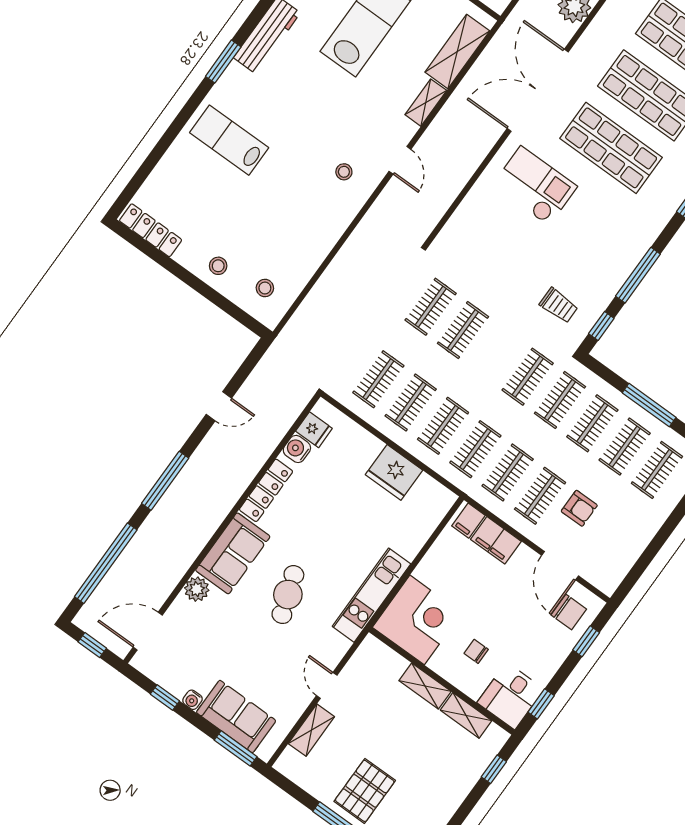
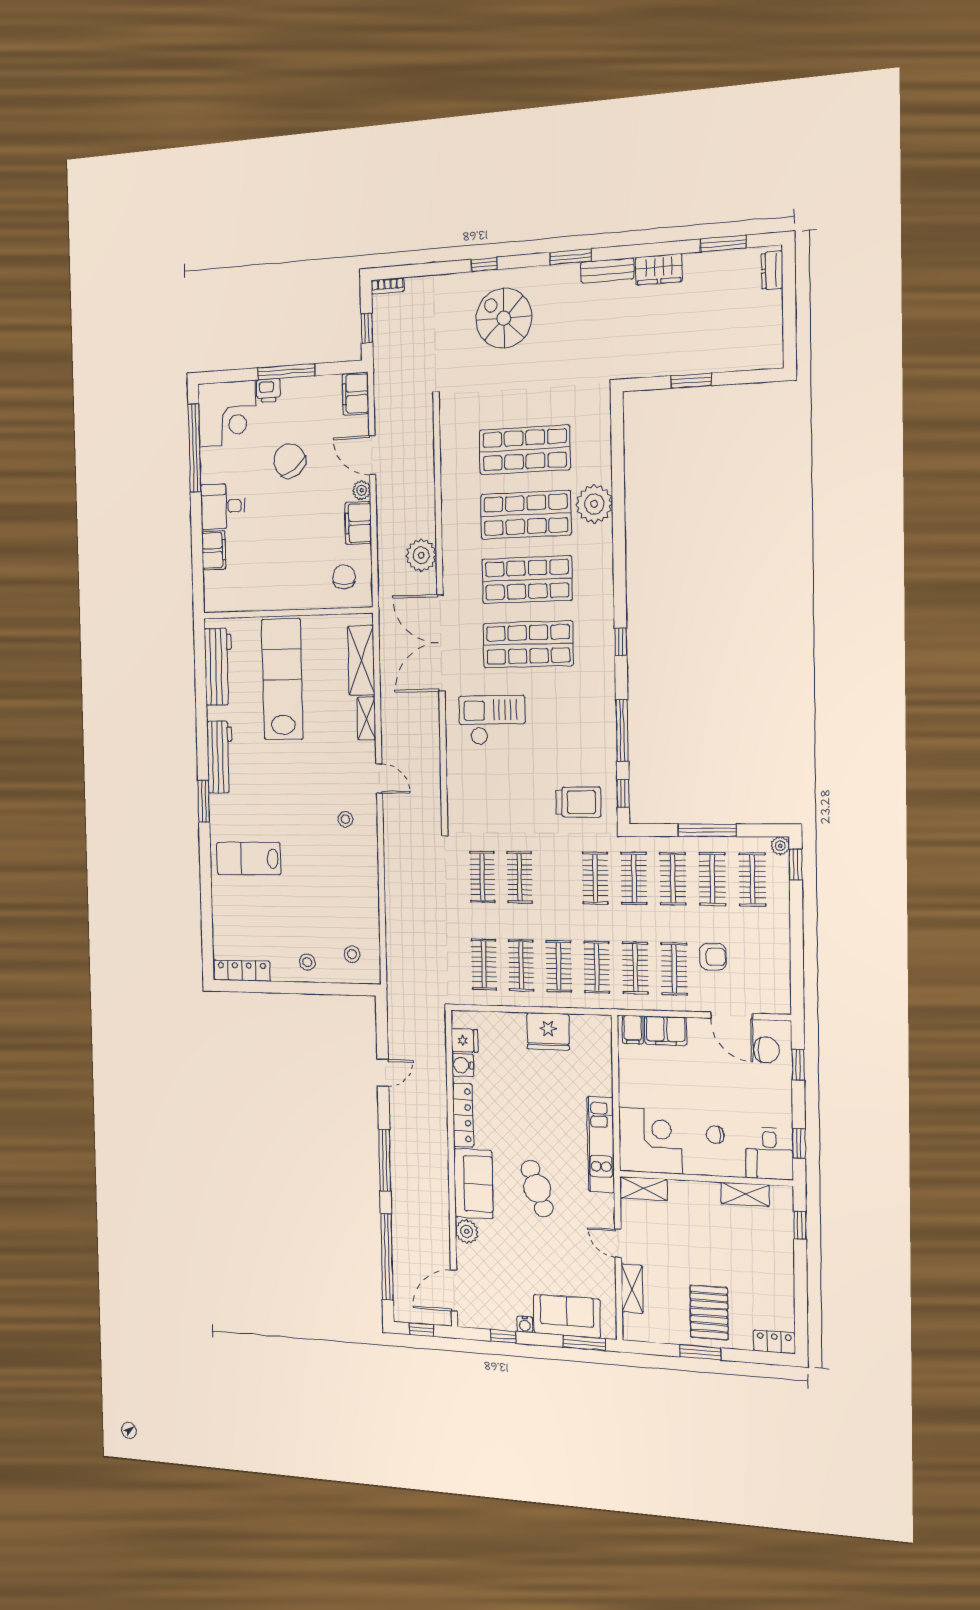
trolley: (559, 305) -> (578, 802), width x1.36, depth x1.39
shelving: (425, 686) -> (643, 1189), moved

